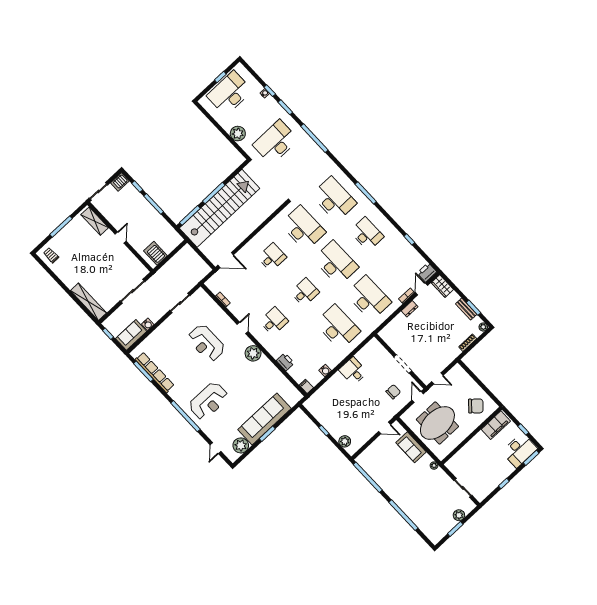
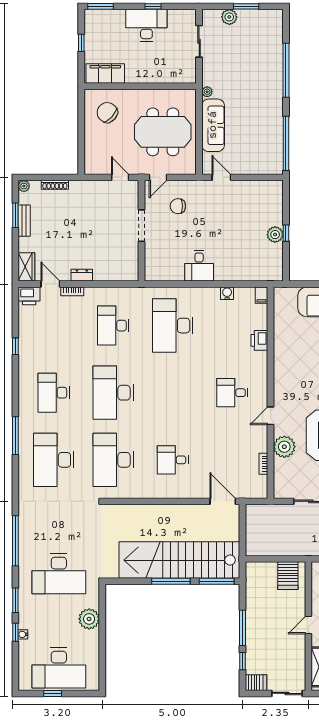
door: (422, 289) -> (50, 284), swing flipped
desk: (305, 292) -> (173, 393), removed
desk: (369, 298) -> (113, 326), width x0.73, depth x0.77
plant: (253, 353) -> (284, 447), moved
plant: (345, 441) -> (275, 235), moved
sofa: (411, 447) -> (213, 125), width x1.36
desk: (519, 450) -> (146, 25), moved

